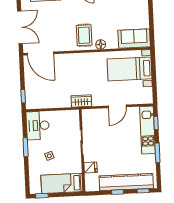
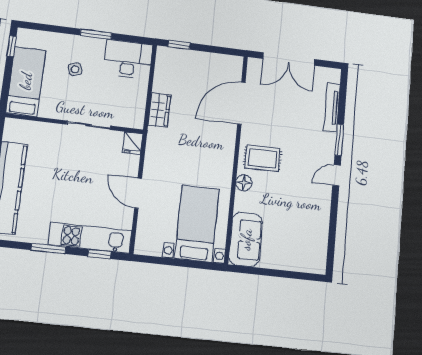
door: (40, 53) -> (241, 103), moved
wardrobe: (81, 101) -> (159, 110), moved
fridge: (91, 168) -> (133, 143), moved

